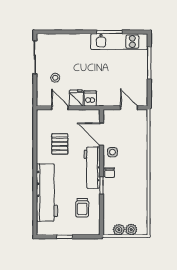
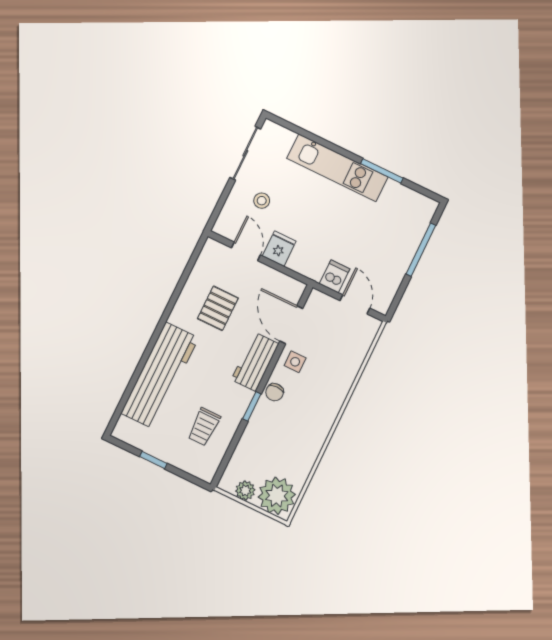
kitchen unit: (119, 42) -> (337, 168), moved
dishwasher: (90, 98) -> (335, 276), moved
workbench: (92, 168) -> (255, 362), width x0.73
plant: (131, 230) -> (277, 496), width x1.87, depth x1.87

